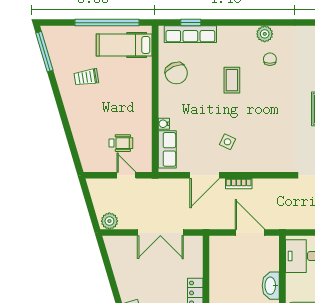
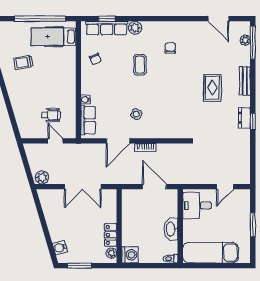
plant: (265, 34) -> (135, 28), moved
chair: (176, 73) -> (95, 59), width x0.54, depth x0.54

